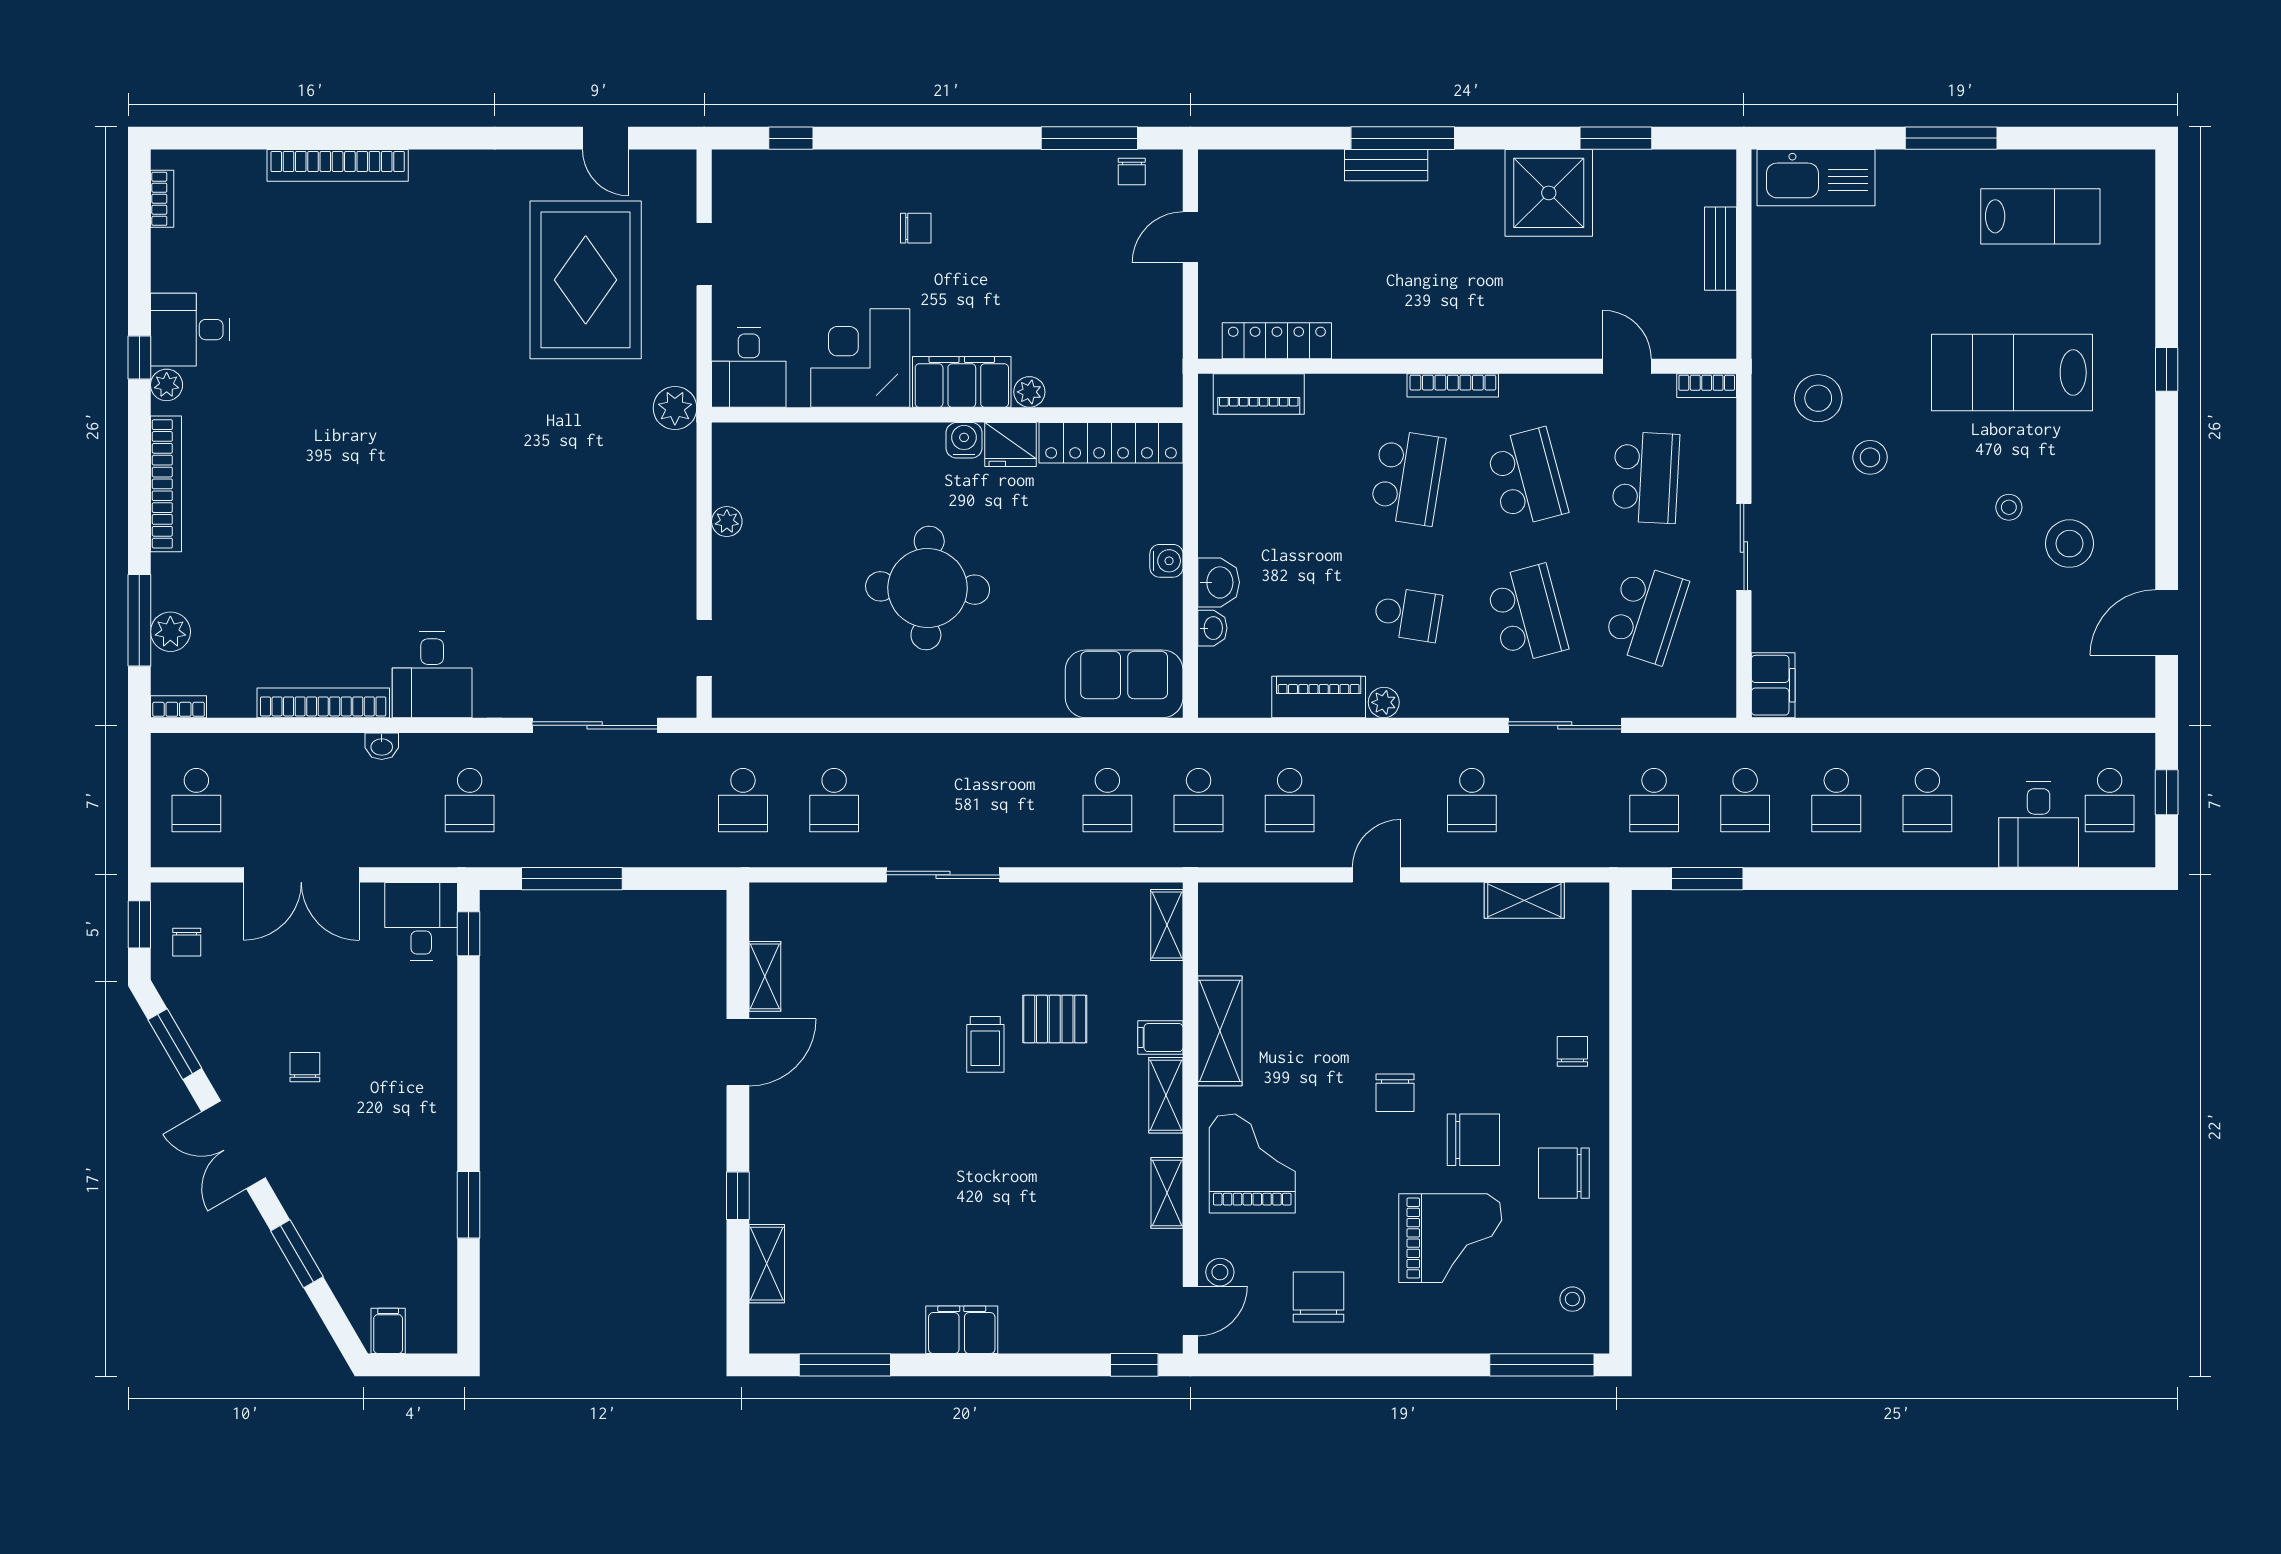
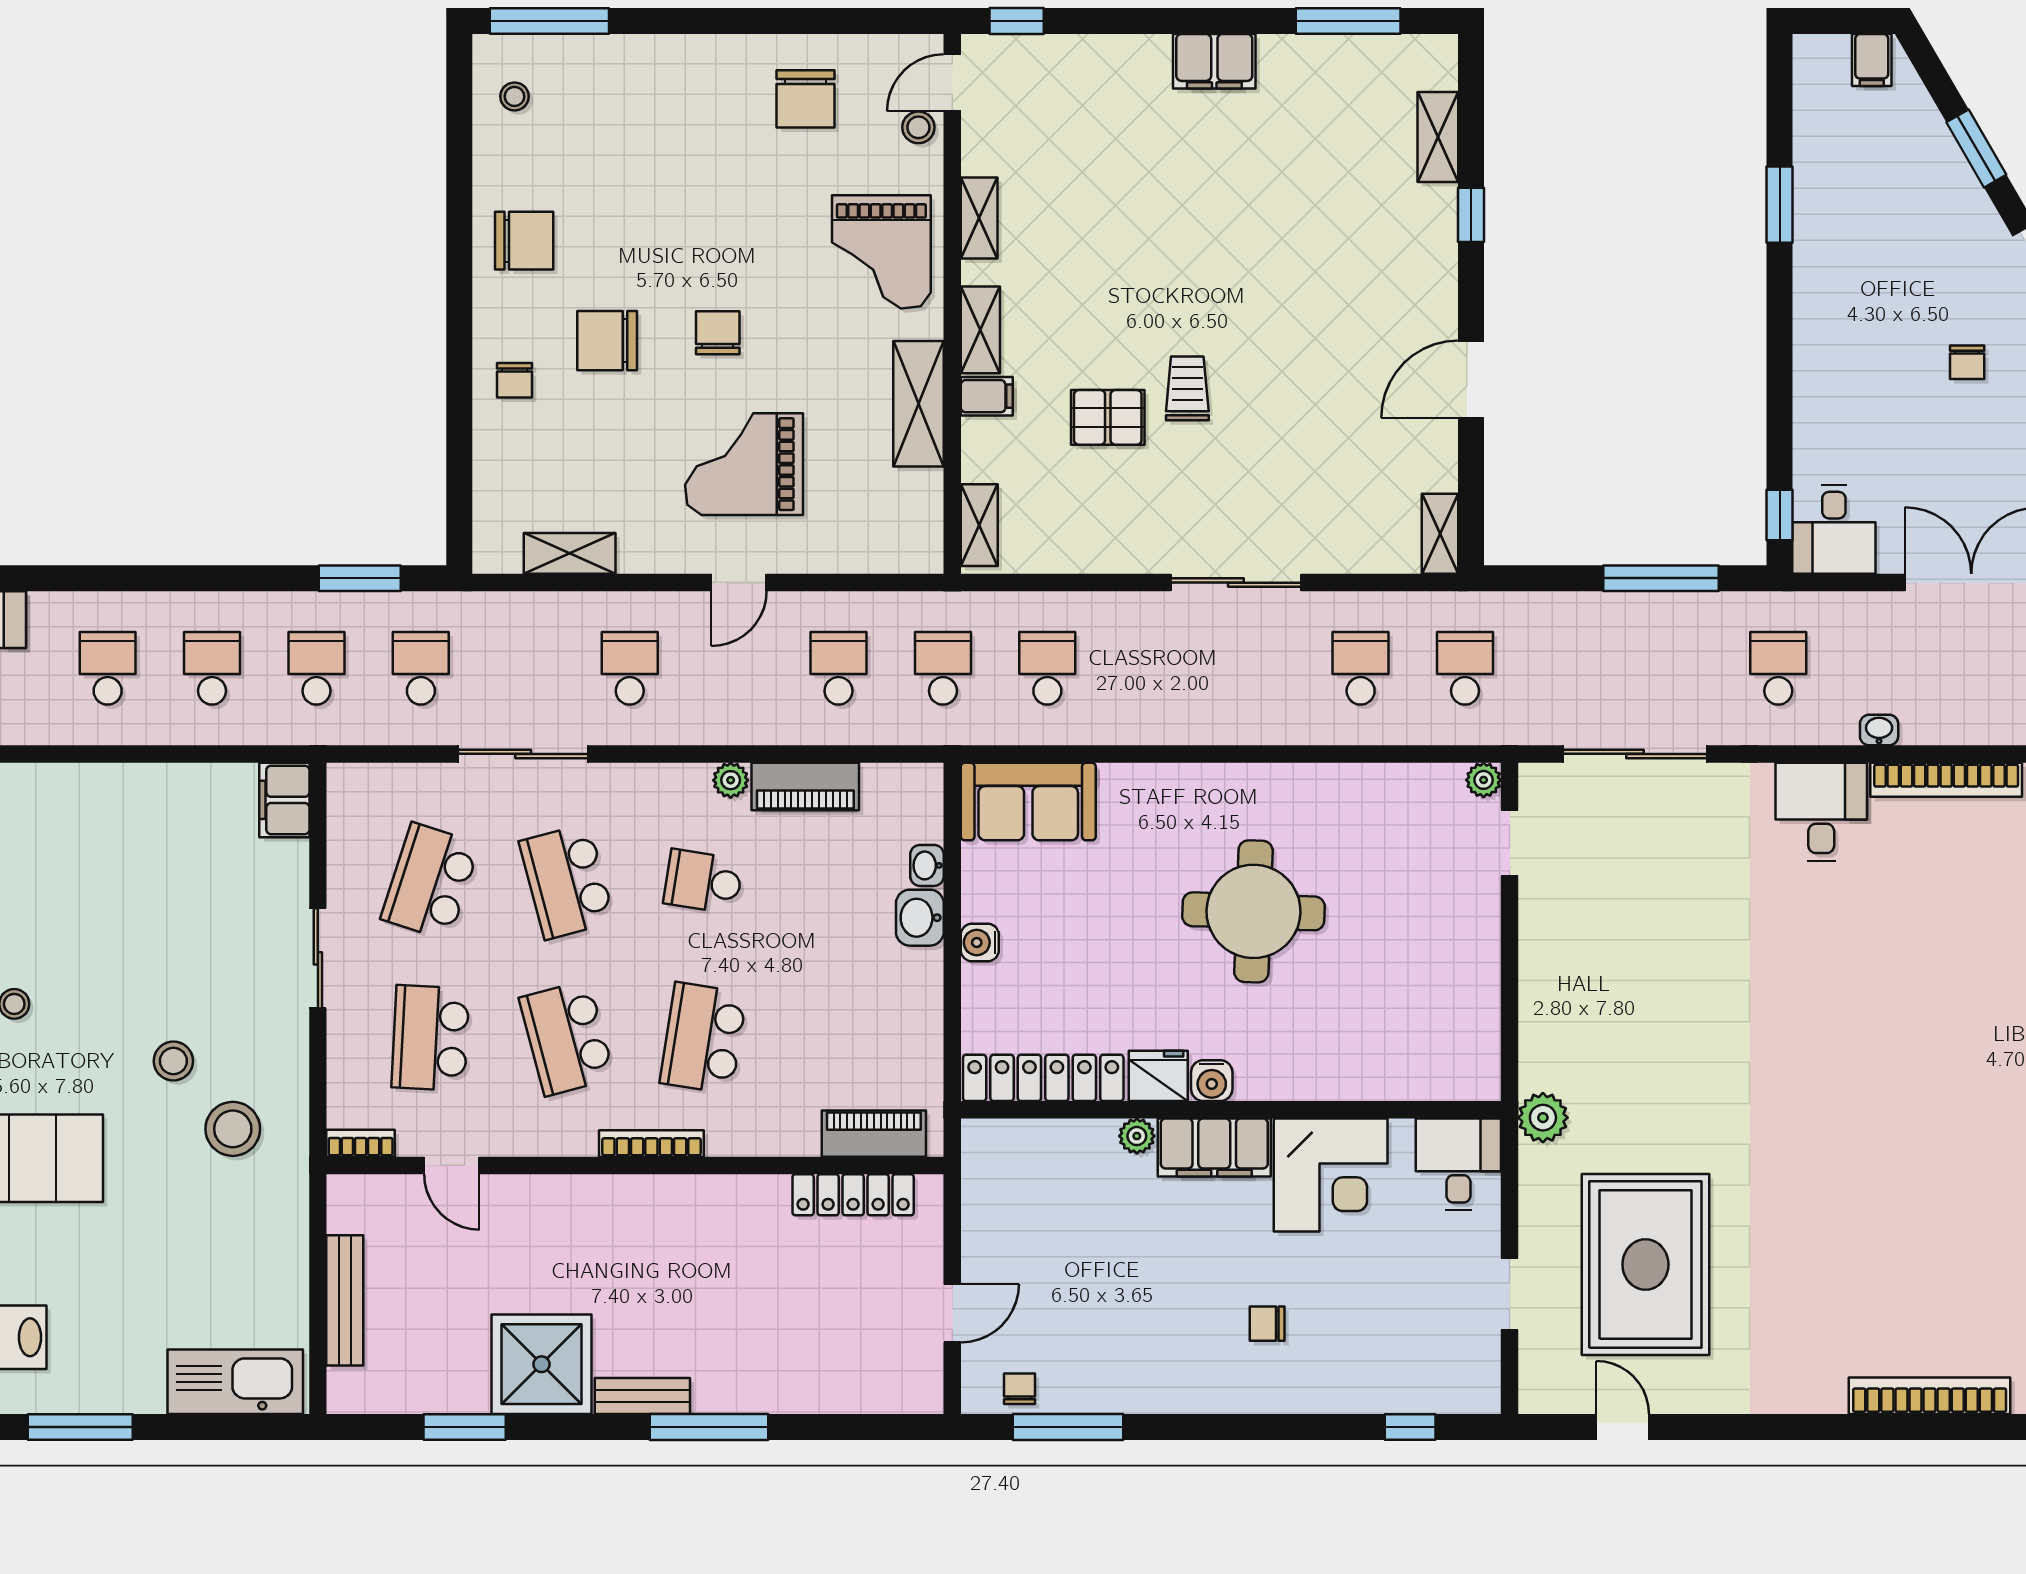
bench: (1386, 165) -> (642, 1396), moved
bench: (1720, 249) -> (345, 1300), width x1.36
plant: (727, 522) -> (1484, 780), moved
shelving: (765, 976) -> (1440, 534), moved
chair: (1473, 1140) -> (607, 341), moved
grand piano: (1450, 1238) -> (744, 464), moved

